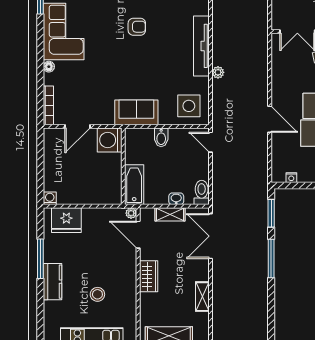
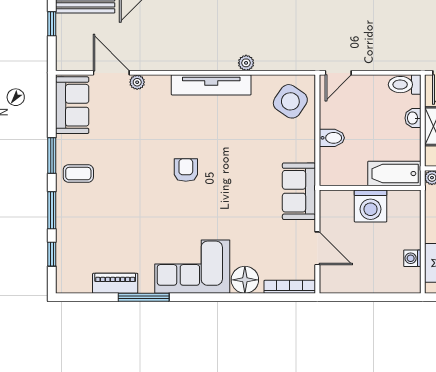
floor lamp: (49, 67) -> (245, 280), width x1.89, depth x1.89
side table: (189, 106) -> (290, 101), turned 34
sofa: (136, 112) -> (299, 191), moved
washing machine: (110, 140) -> (371, 206), moved
washing machine: (50, 198) -> (412, 258), moved

